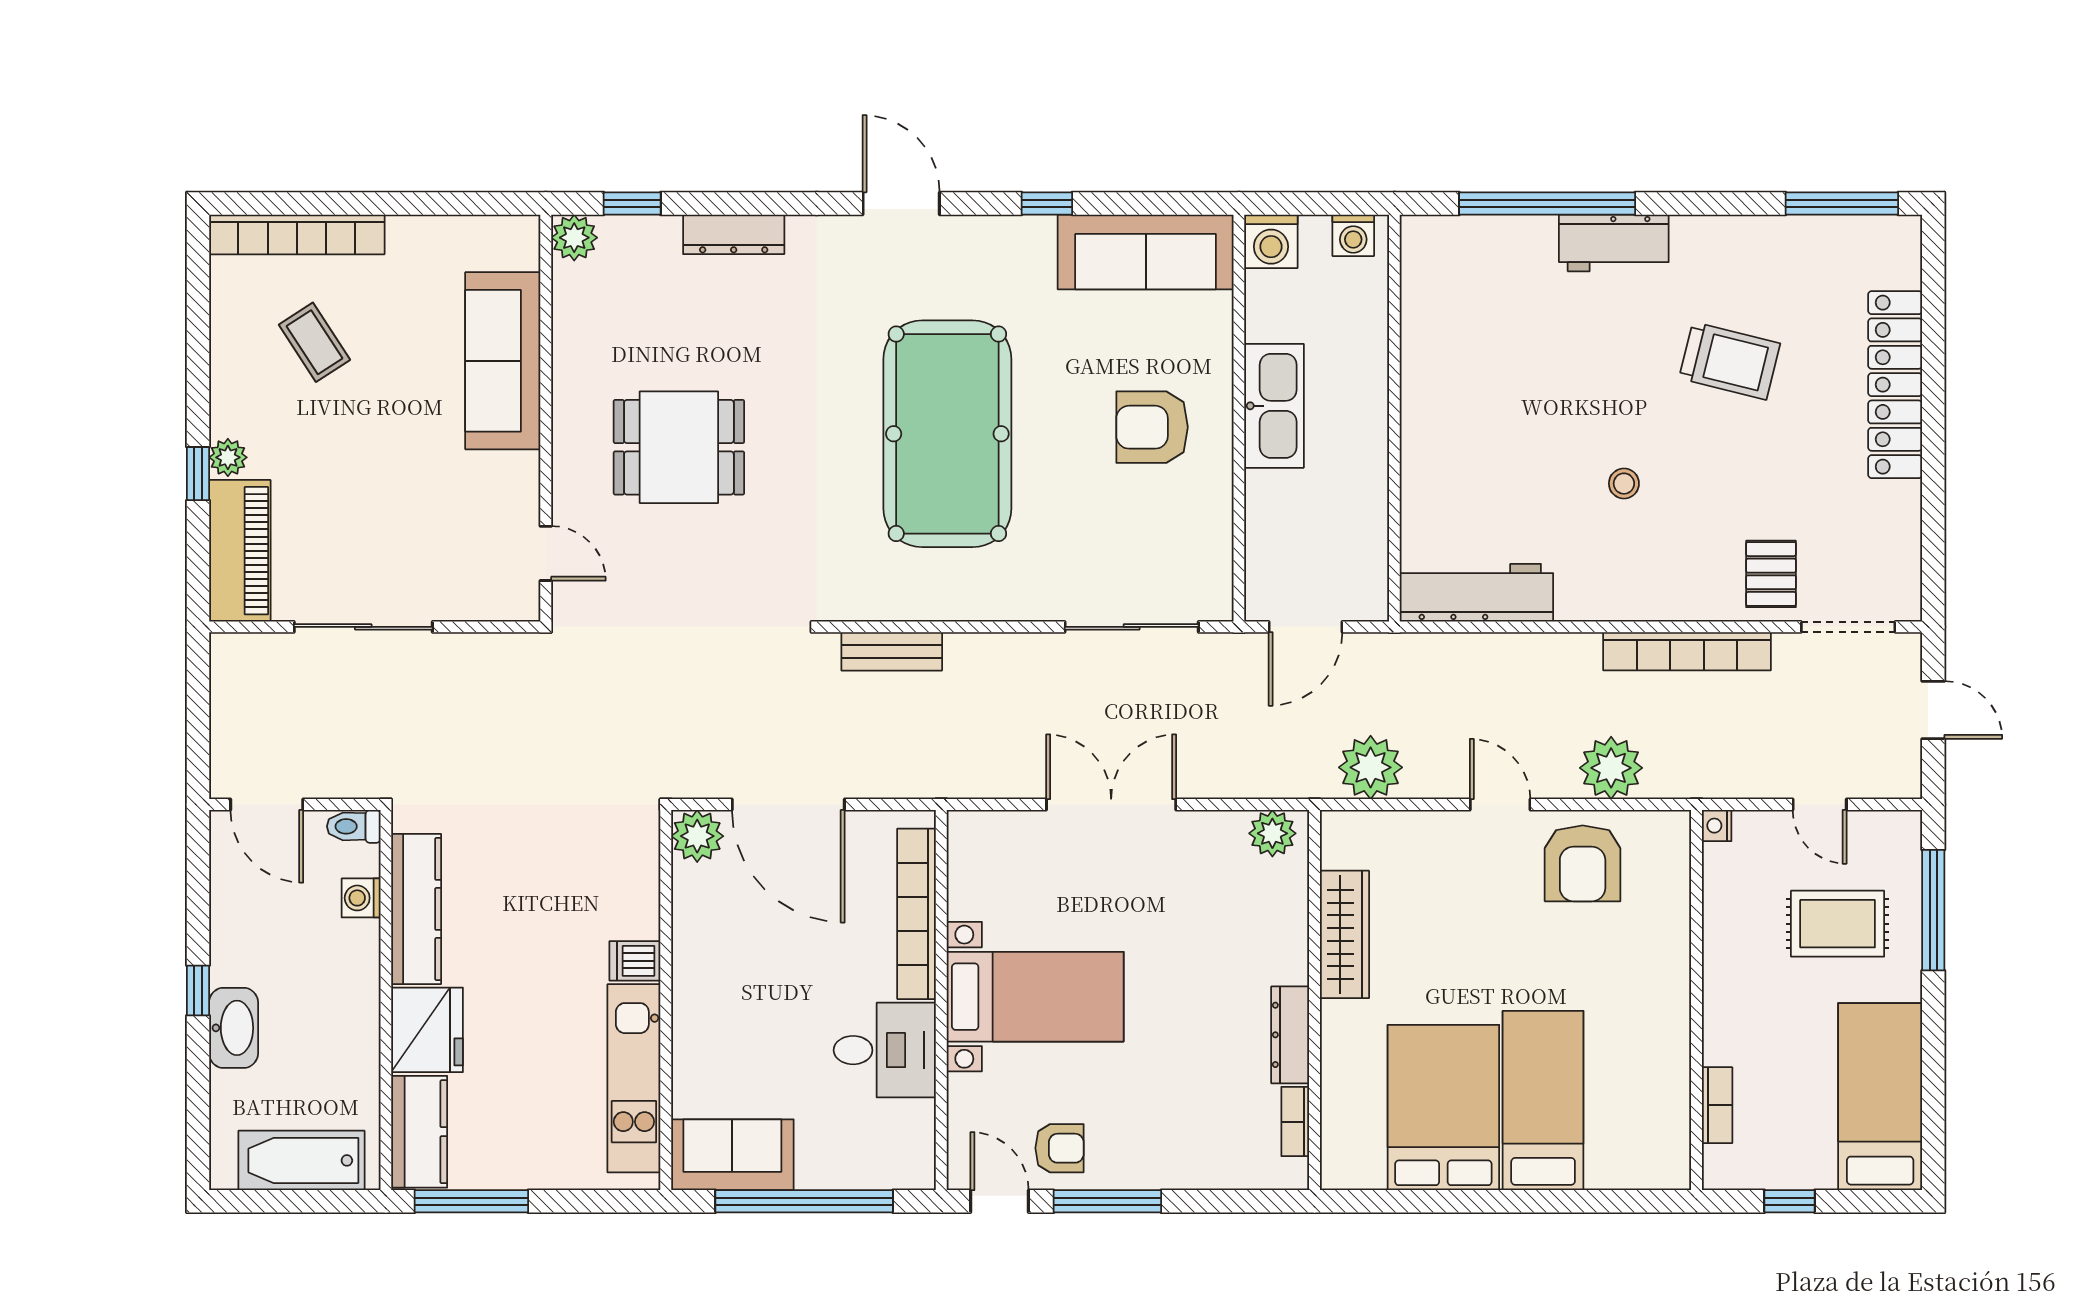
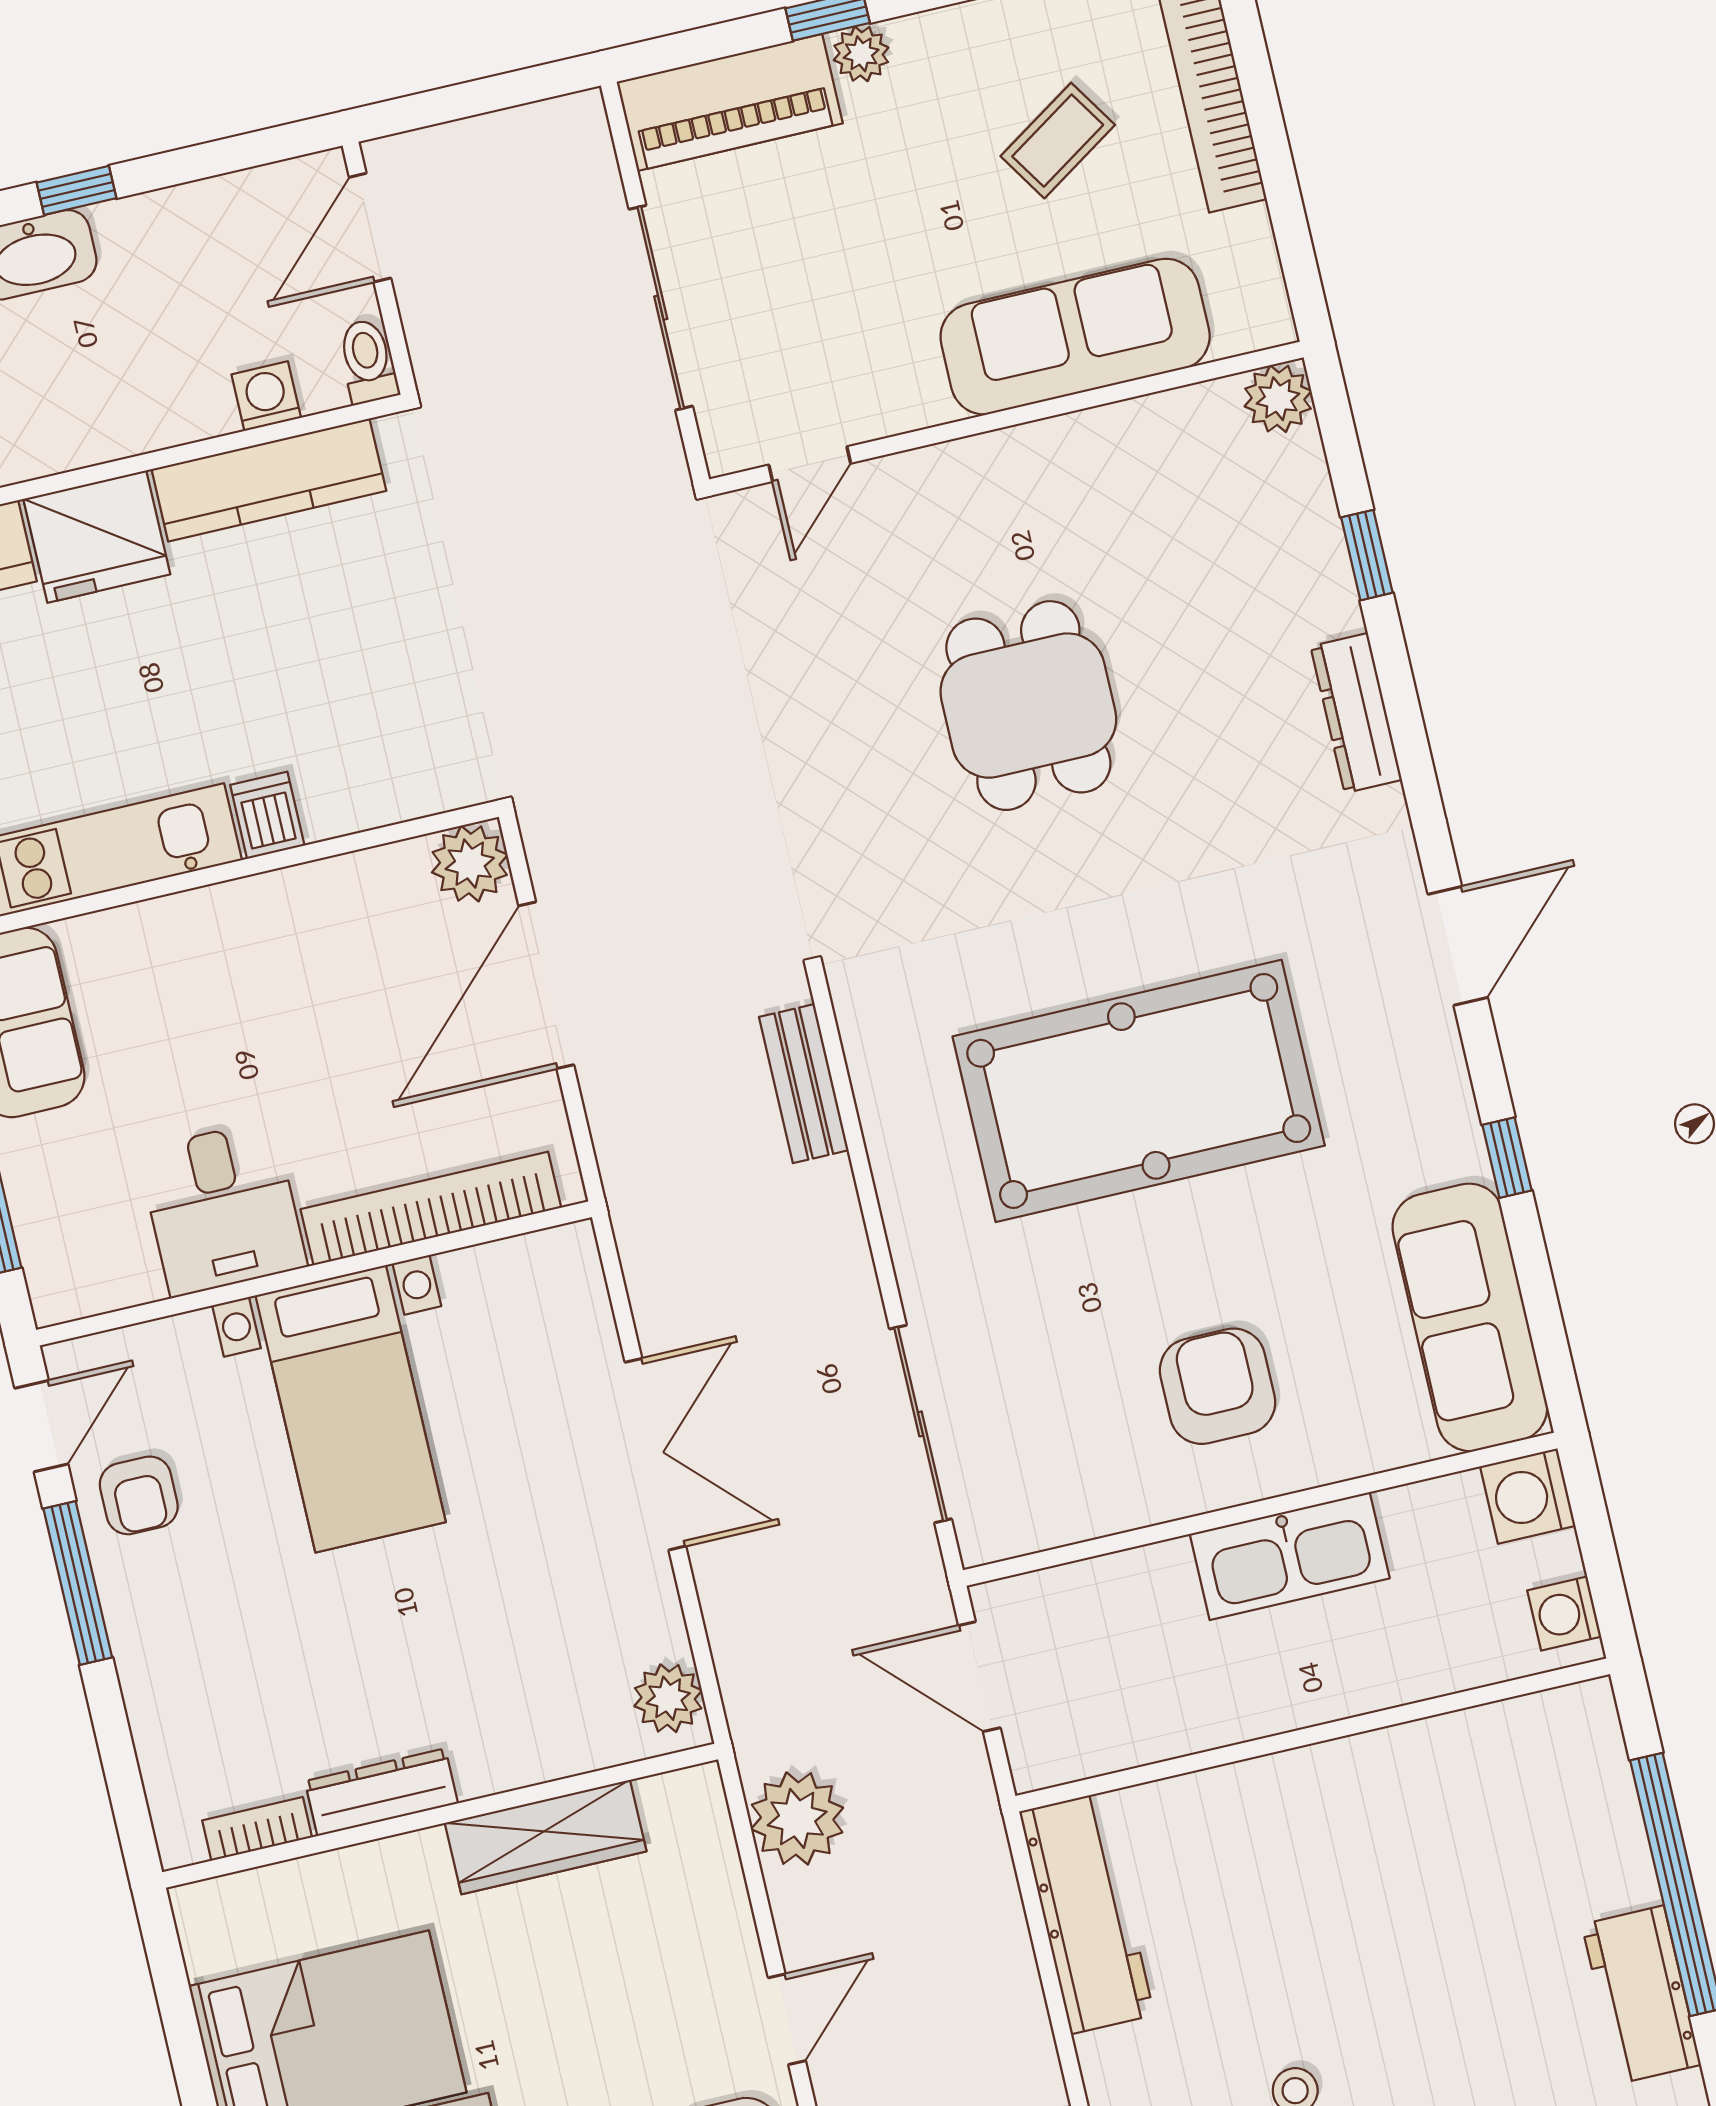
plant: (574, 238) -> (1278, 399), moved
sofa: (503, 361) -> (1075, 337), moved
wall: (546, 418) -> (1006, 418), moved
door: (546, 553) -> (810, 464), moved

